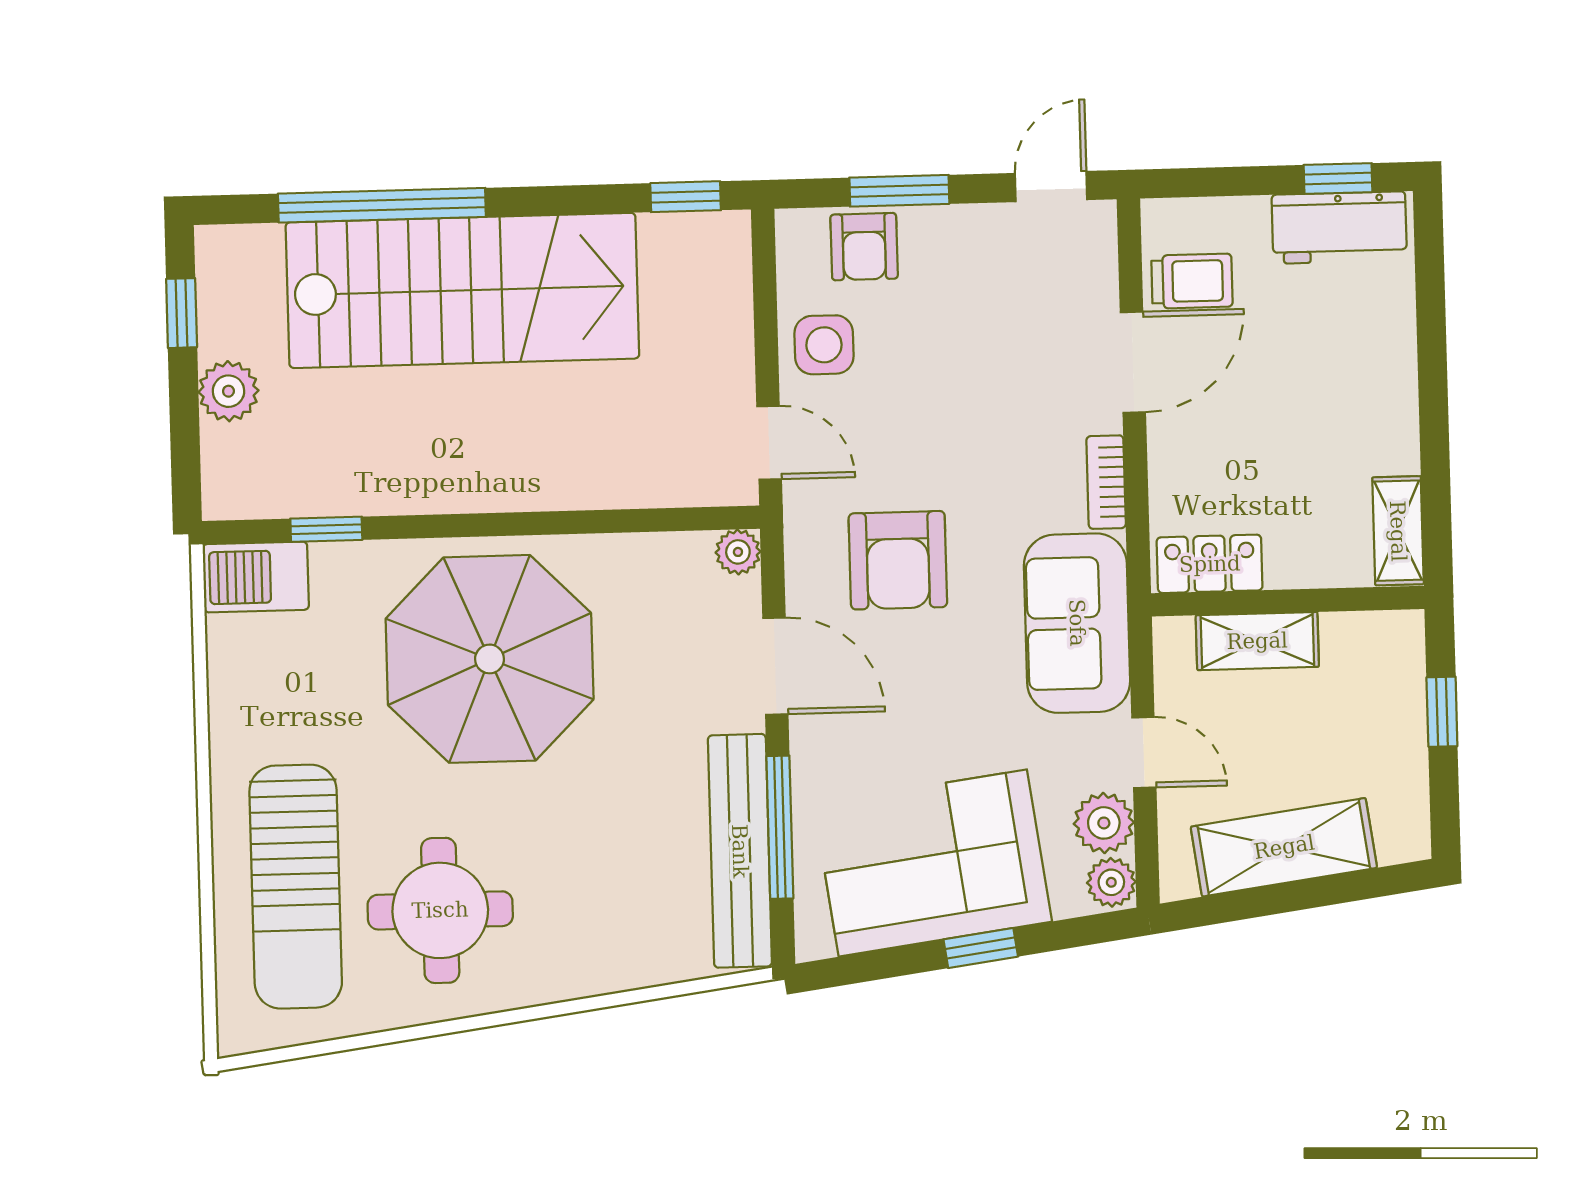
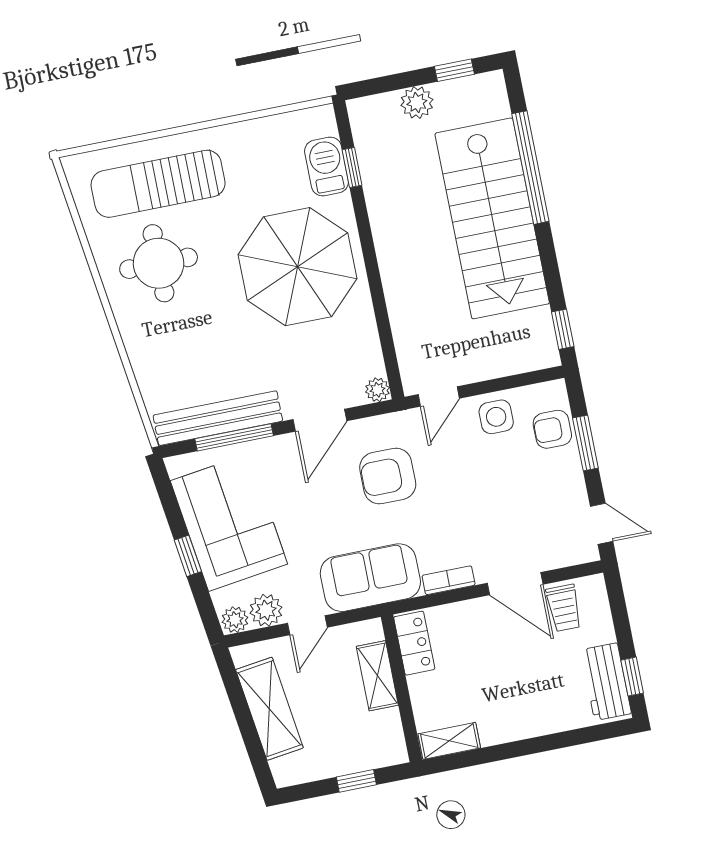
barbecue: (256, 577) -> (327, 167), moved

